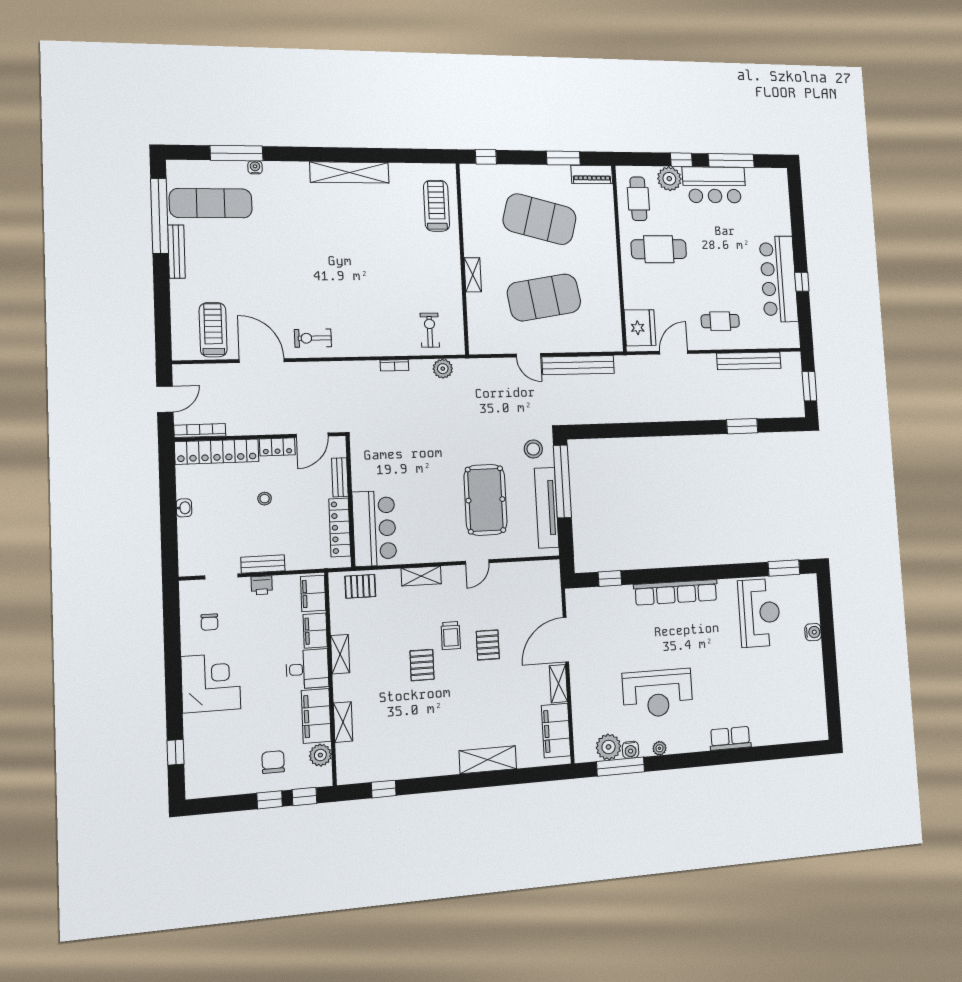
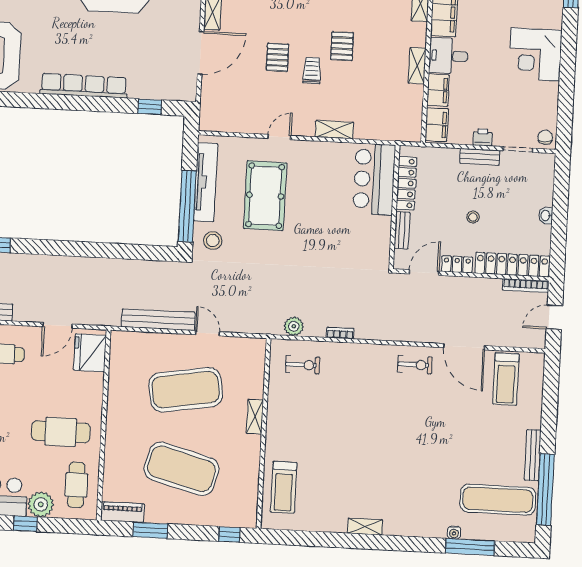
shelving: (349, 172) -> (365, 527), width x0.45, depth x0.75
exercise bike: (430, 330) -> (303, 365), turned -90
pallet: (360, 586) -> (393, 126), removed
chair: (209, 622) -> (545, 137), moved

